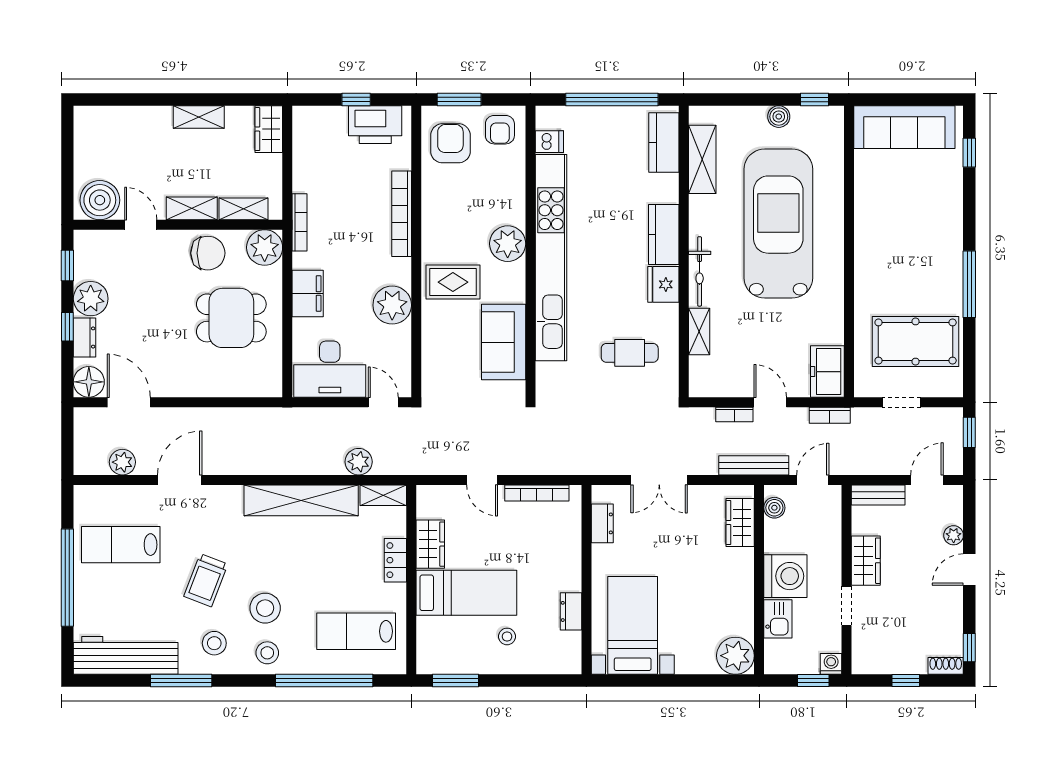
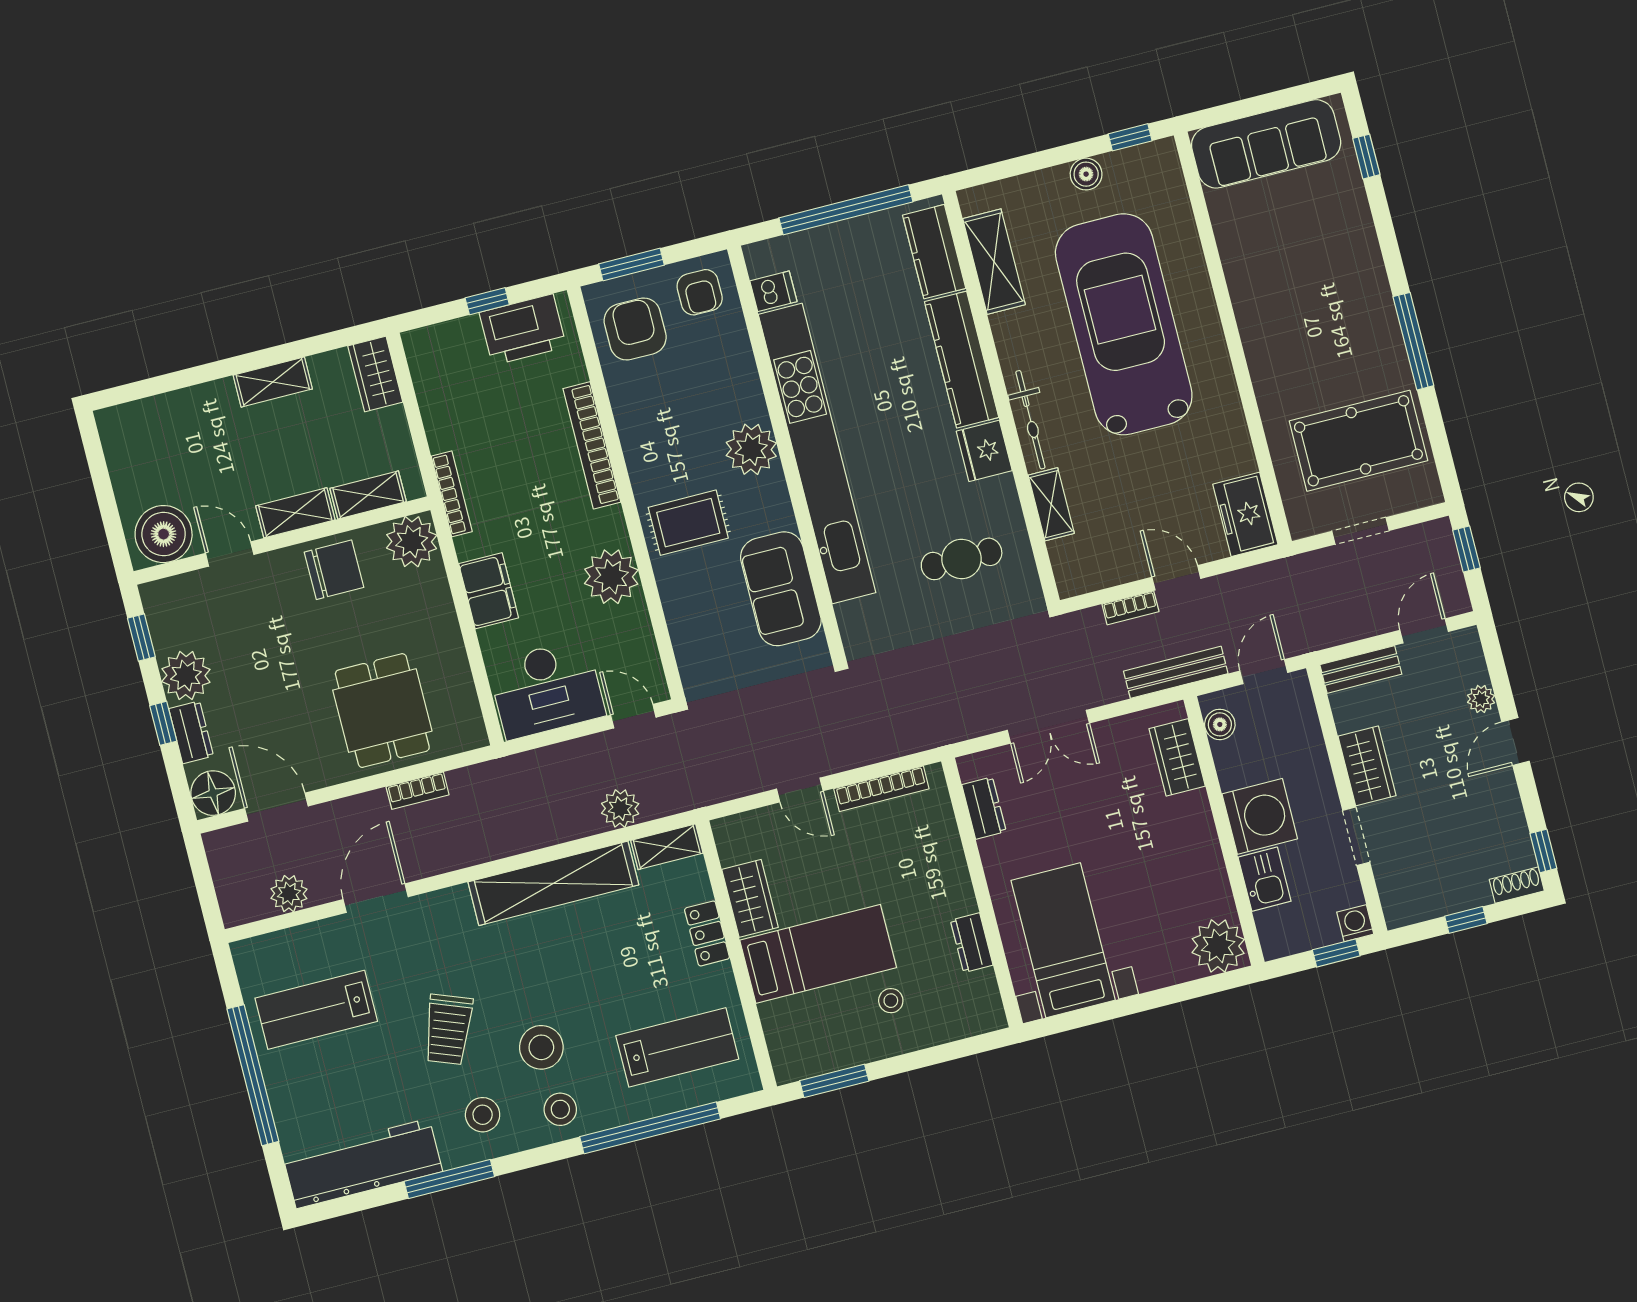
kitchen counter: (664, 235) -> (962, 360), width x1.50
dining table: (231, 318) -> (382, 711), moved, turned 90
bookcase: (830, 415) -> (418, 791), moved
lab bench: (356, 631) -> (677, 1047), turned 180

